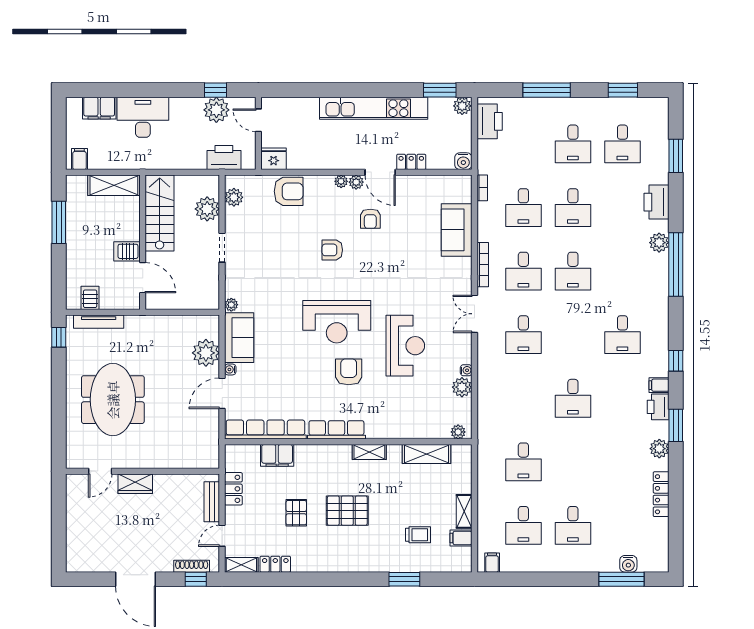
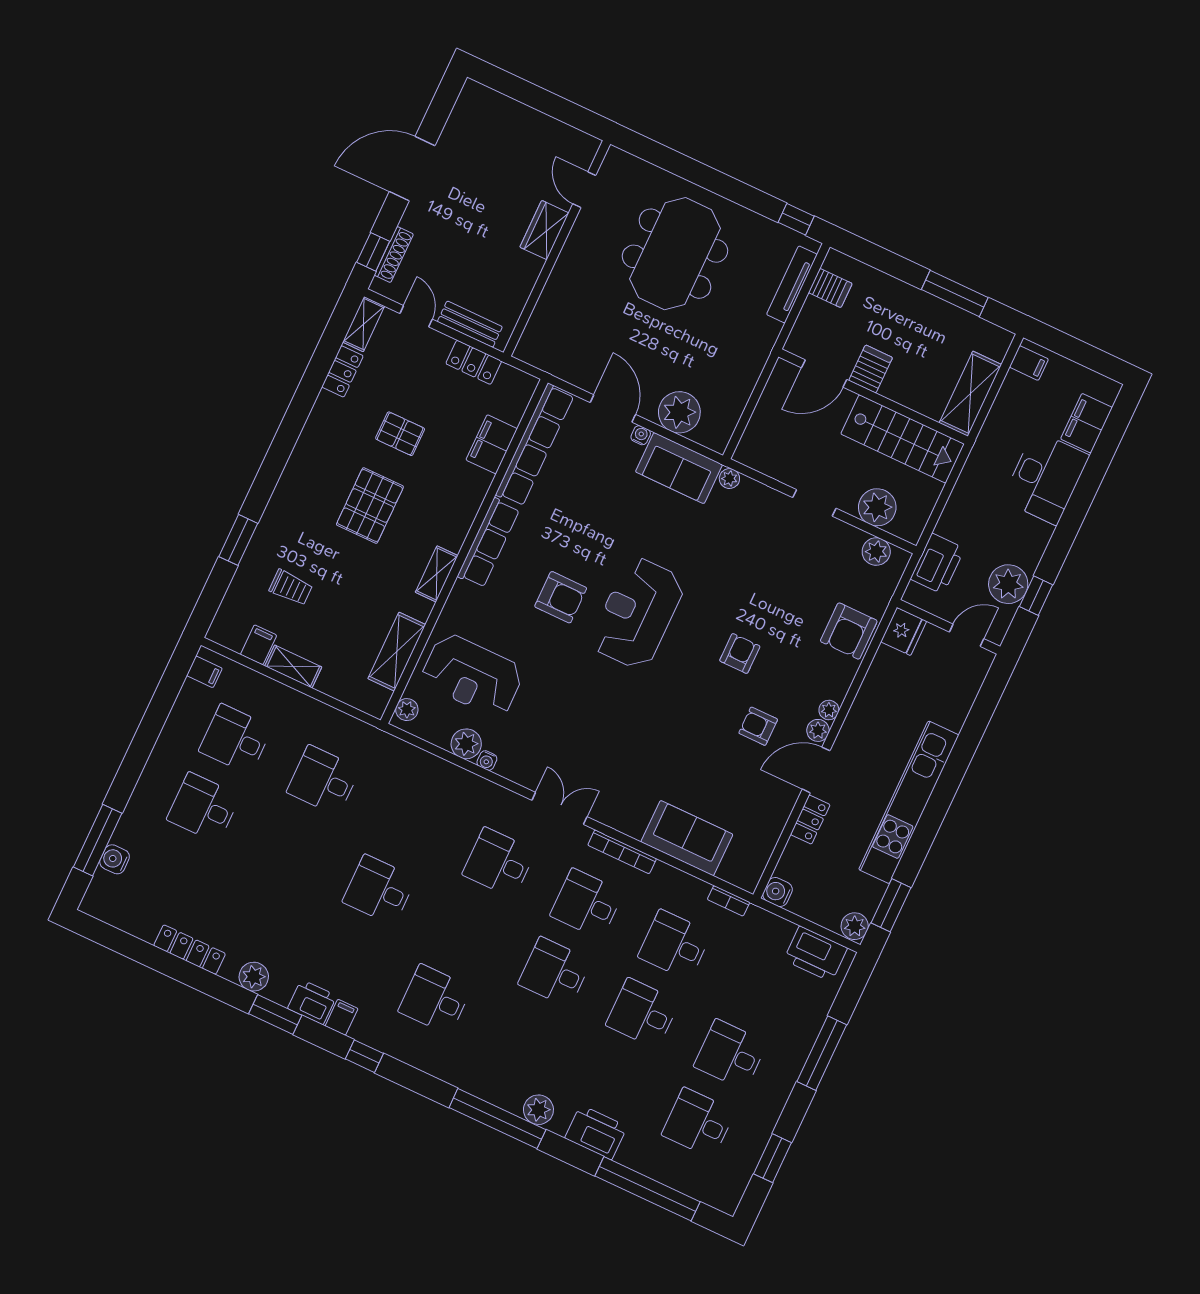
window: (676, 156) -> (648, 1189), width x2.11
reception desk: (405, 346) -> (472, 675), moved
meeting table: (113, 400) -> (675, 254), turned 90
trolley: (418, 535) -> (291, 588), turned -90

